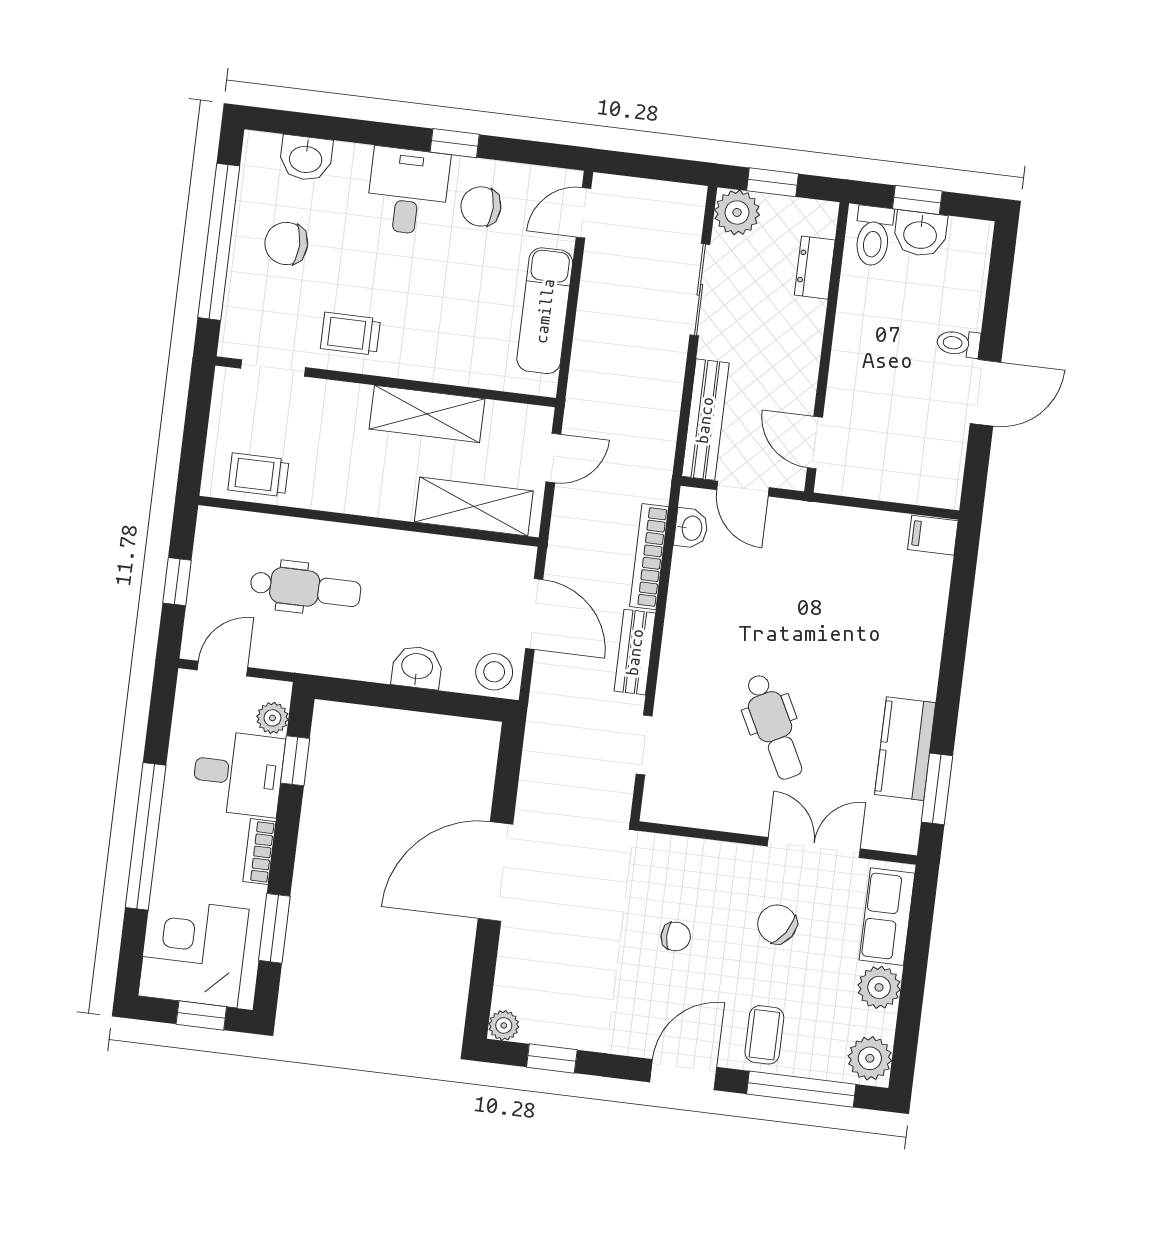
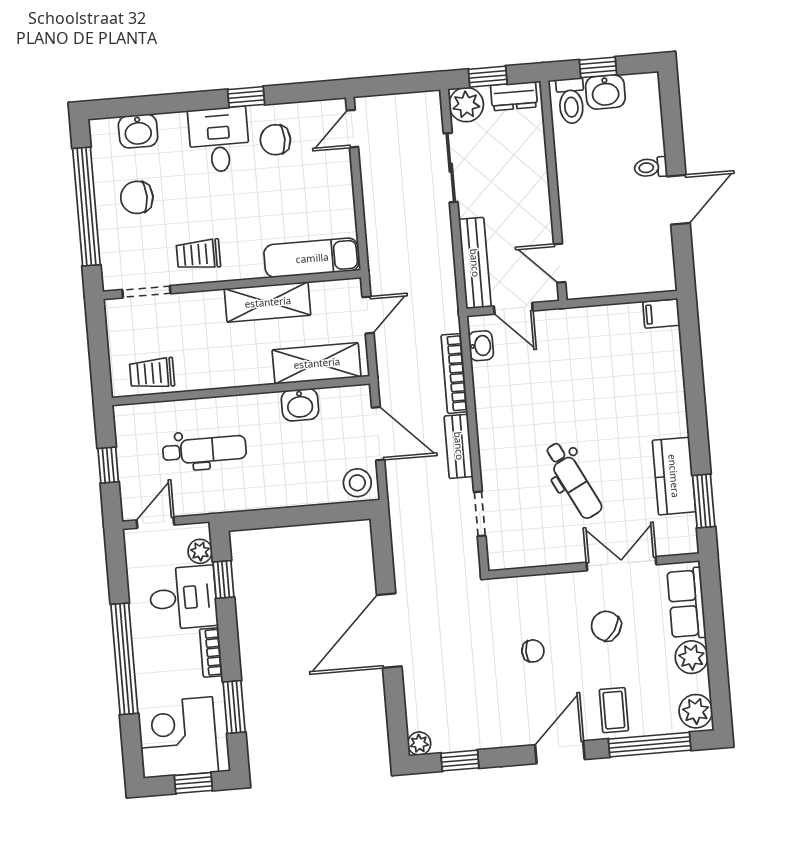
dresser: (815, 268) -> (514, 96), moved, turned -90
exam couch: (545, 311) -> (312, 258), moved, turned 90
washbasin: (417, 667) -> (300, 405), moved, turned 180

